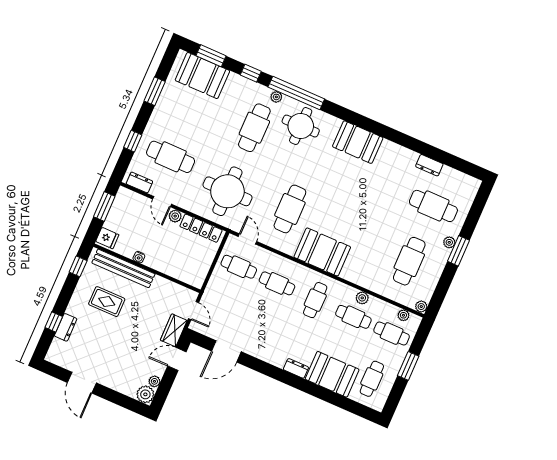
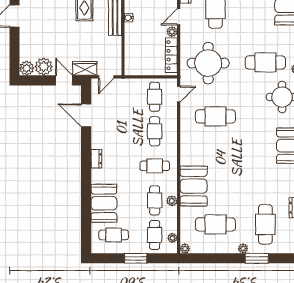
window: (458, 251) -> (257, 258), moved
booth: (322, 252) -> (194, 186), moved
dresser: (296, 368) -> (96, 159), moved
plant: (154, 381) -> (44, 67), width x1.87, depth x1.87

